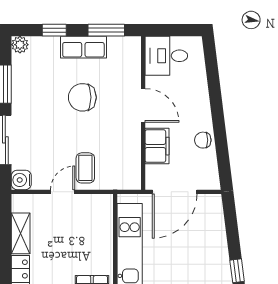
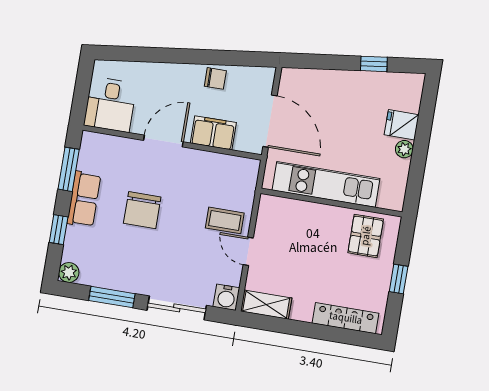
chair: (203, 140) -> (215, 78), turned -90
shelving: (21, 233) -> (266, 305), moved

